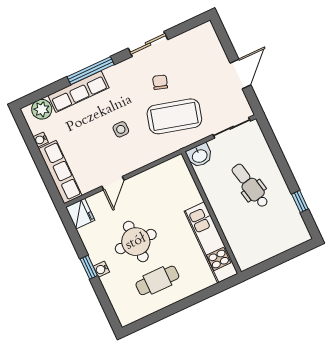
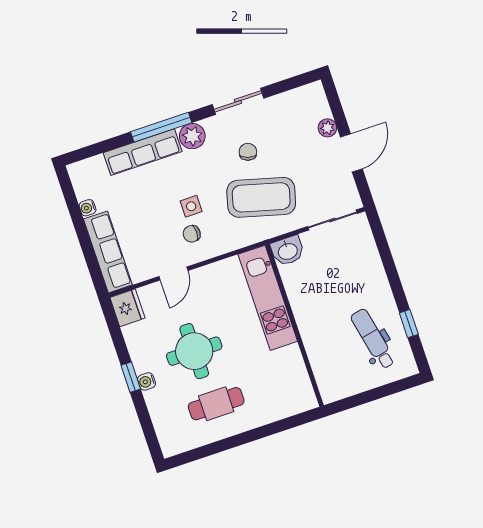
plant: (220, 57) -> (327, 128), added
plant: (42, 109) -> (192, 136), moved
chair: (124, 151) -> (192, 234), added
dental chair: (250, 186) -> (373, 339), moved
kitchen unit: (211, 242) -> (268, 298), moved

